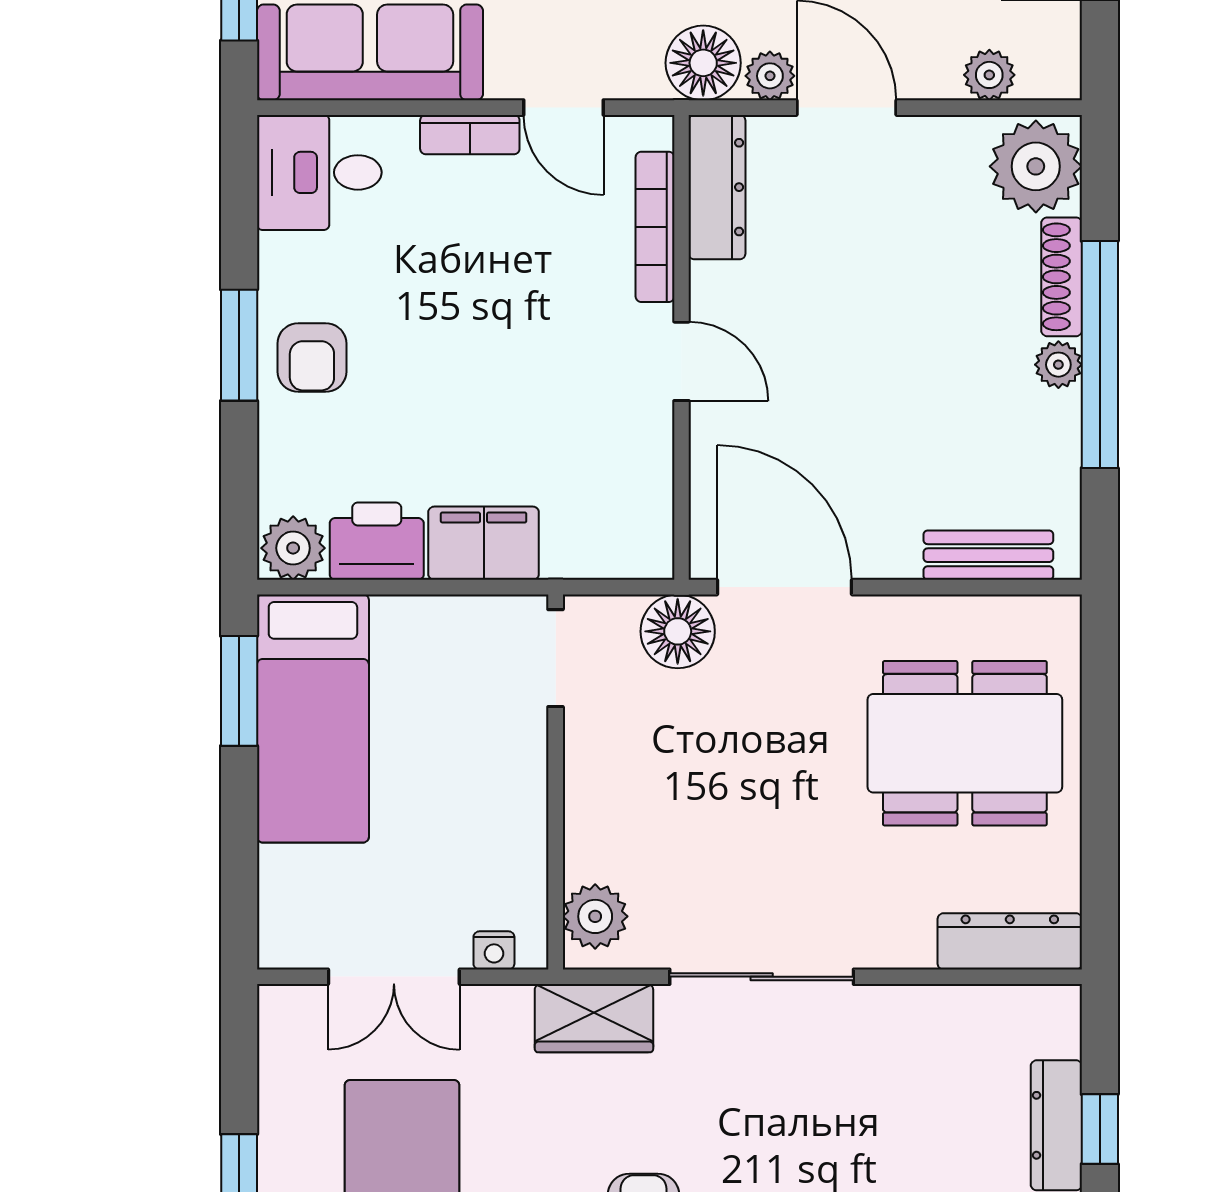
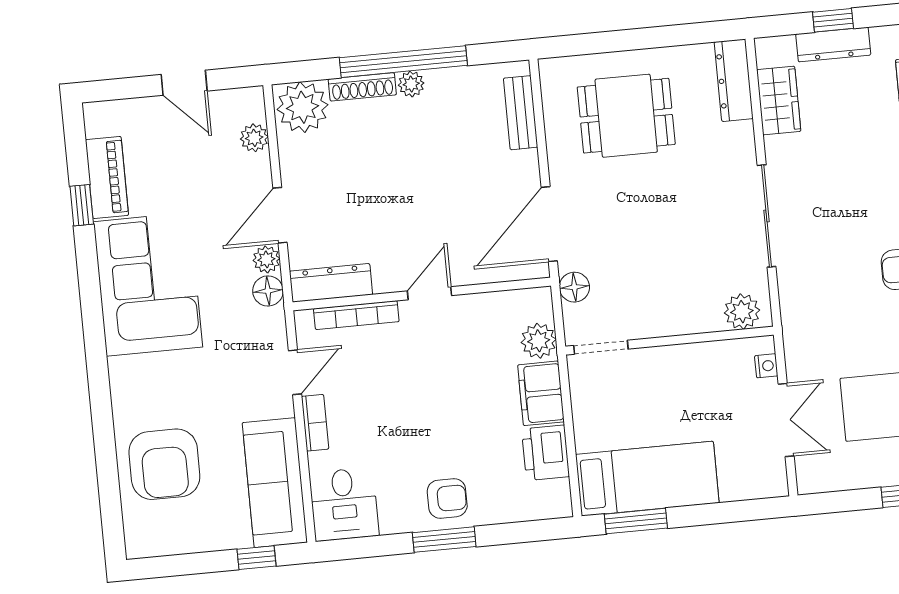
floor lamp: (703, 63) -> (268, 291), width x0.73, depth x0.73
plant: (293, 548) -> (539, 341), moved
floor lamp: (678, 631) -> (574, 287), width x0.73, depth x0.73
dining table: (965, 743) -> (626, 116), width x0.73
wardrobe: (594, 1018) -> (779, 101), moved

